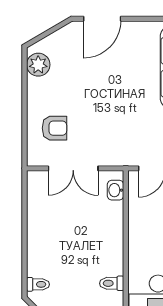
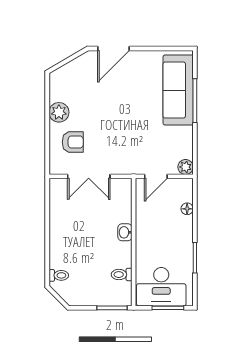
plant: (38, 65) -> (59, 112), moved
washbasin: (116, 190) -> (125, 232), moved

